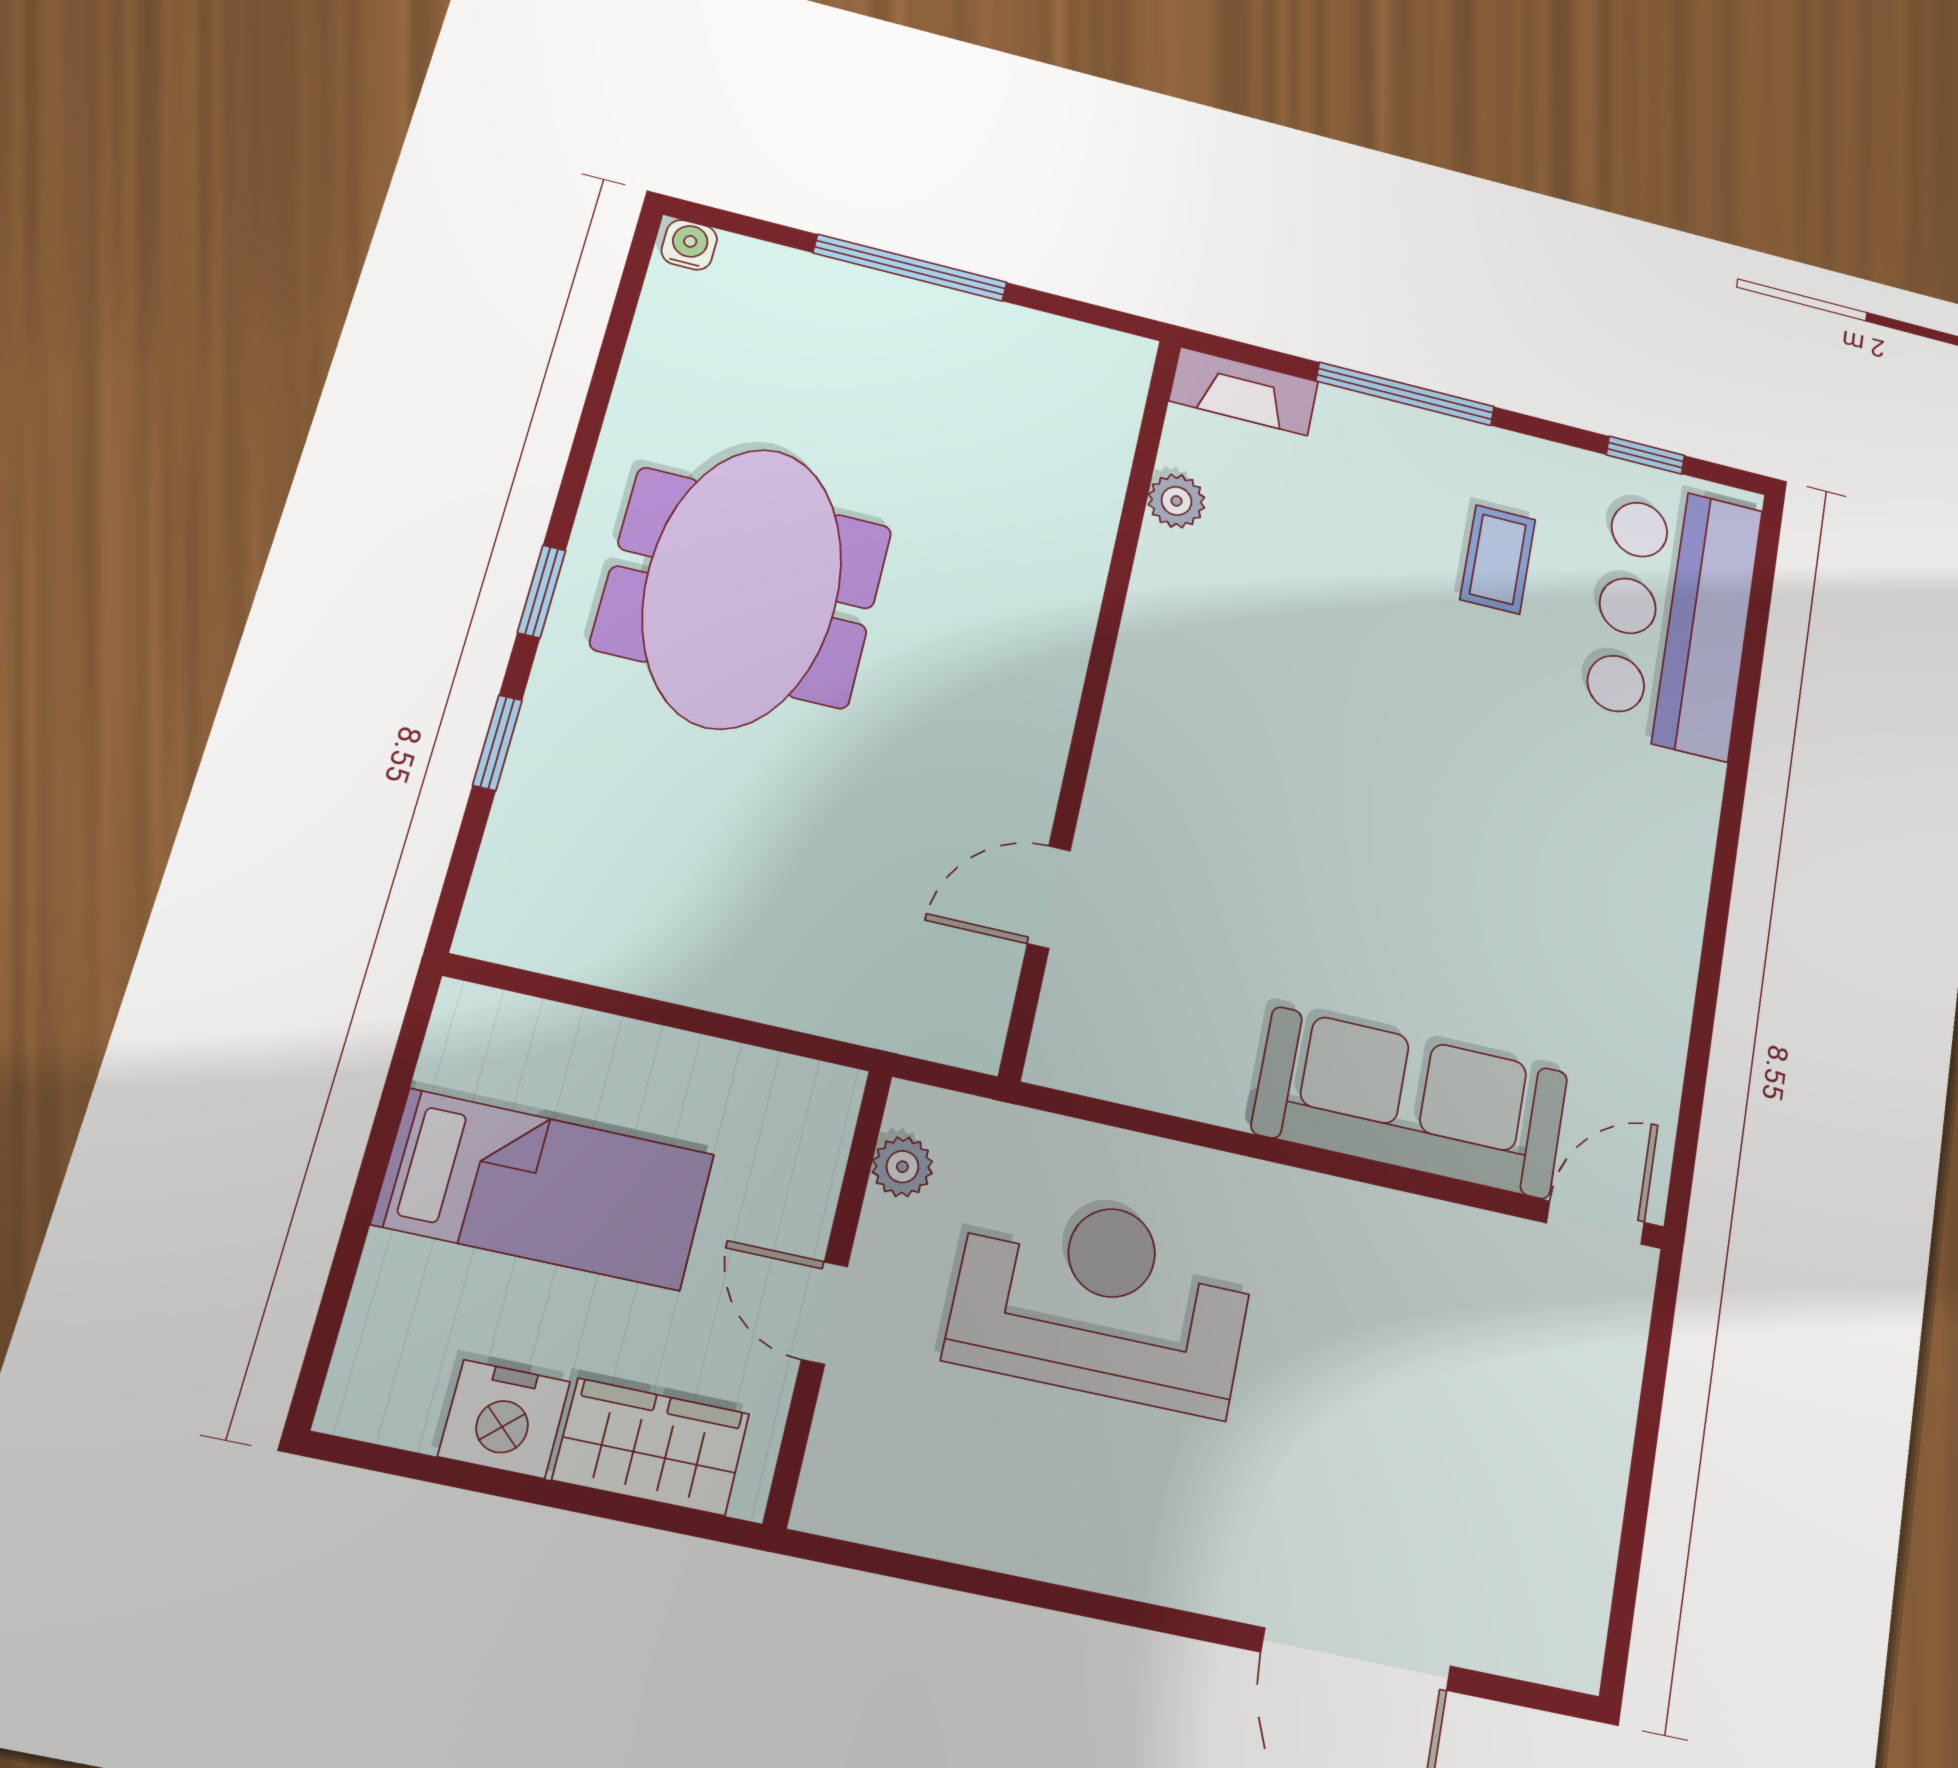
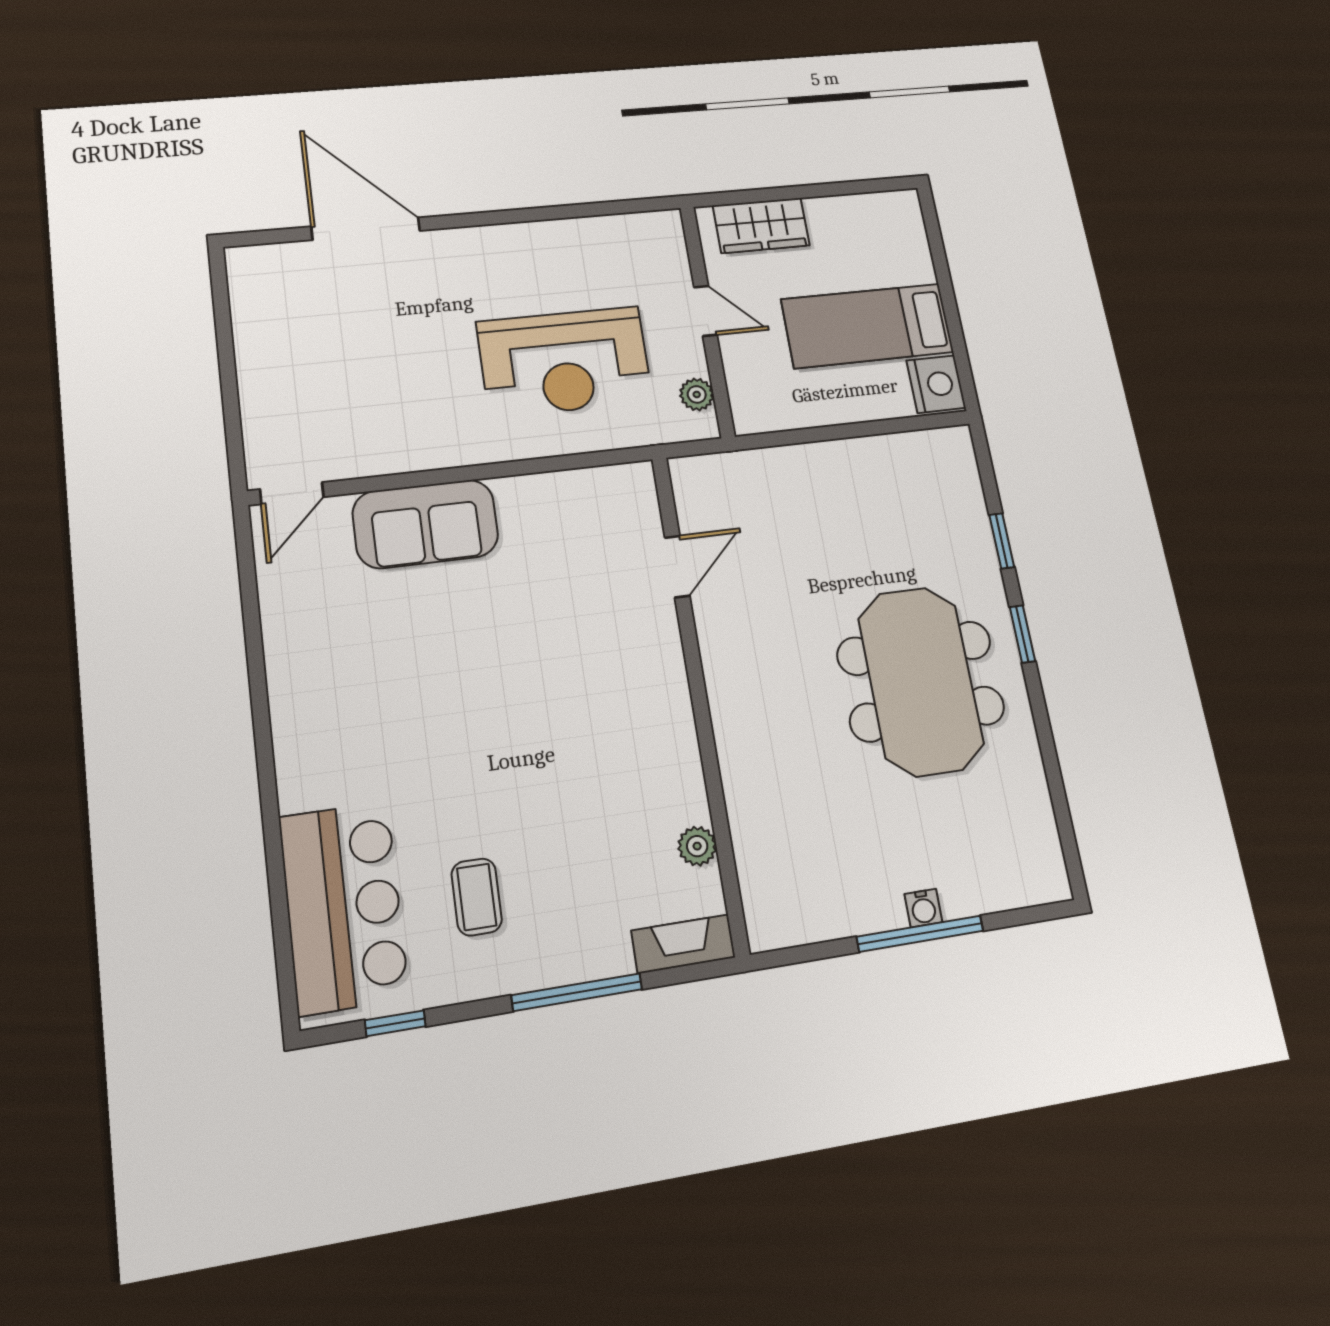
water cooler: (689, 245) -> (923, 908), moved
sofa: (1411, 1103) -> (426, 524), width x0.73
nightstand: (504, 1419) -> (936, 384), moved, turned 90

